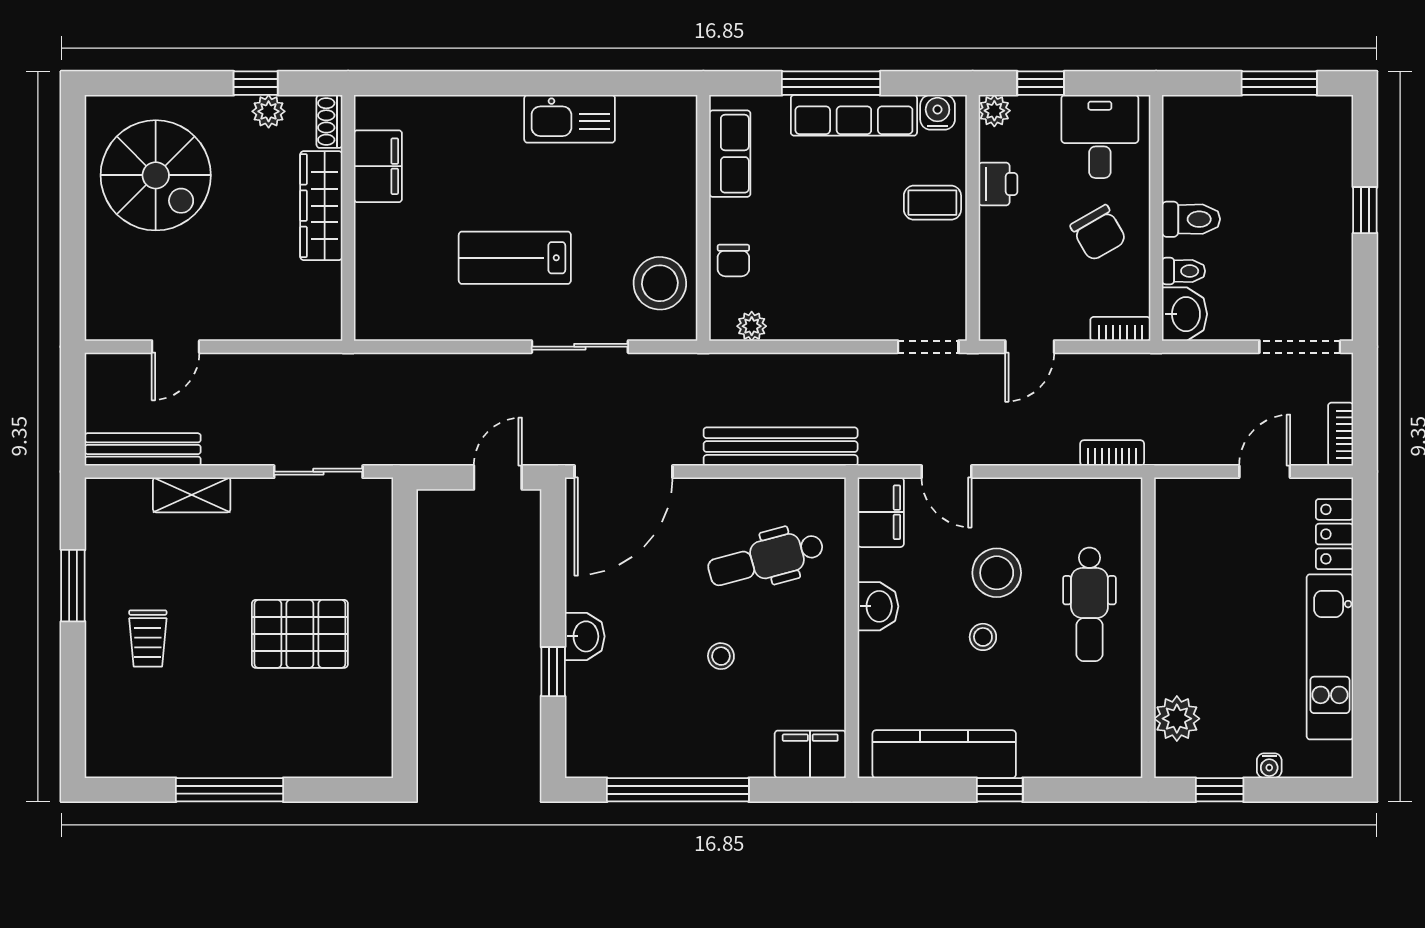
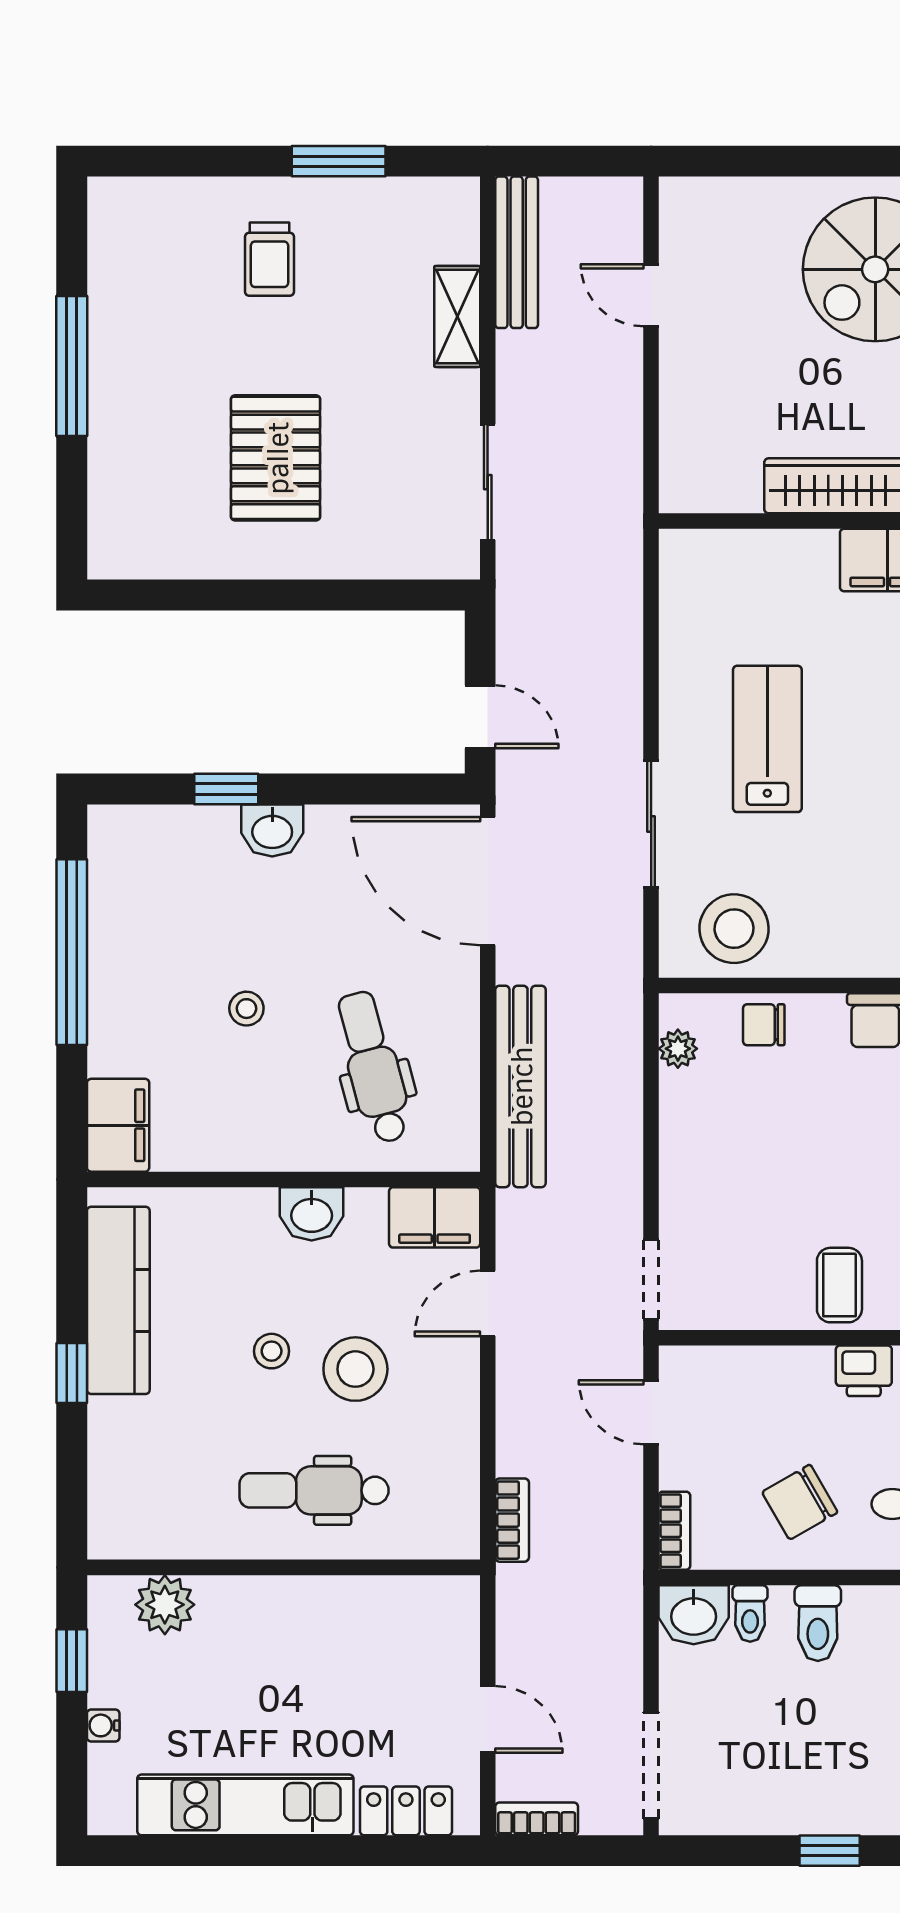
trolley: (148, 638) -> (269, 259), turned -90

